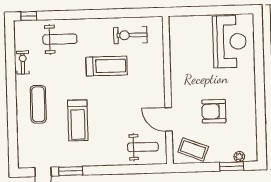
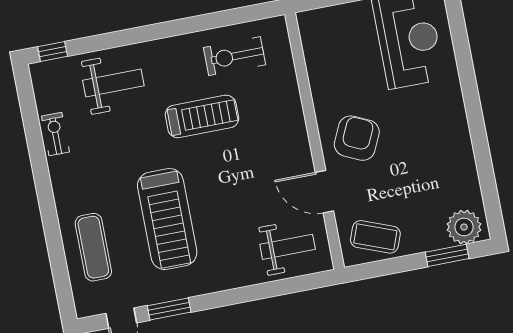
exercise mat: (38, 104) -> (93, 247), moved
armchair: (214, 111) -> (357, 138), moved, turned 115
treadmill: (78, 120) -> (167, 219), width x1.37, depth x1.38
plant: (239, 157) -> (464, 227), width x1.87, depth x1.87

